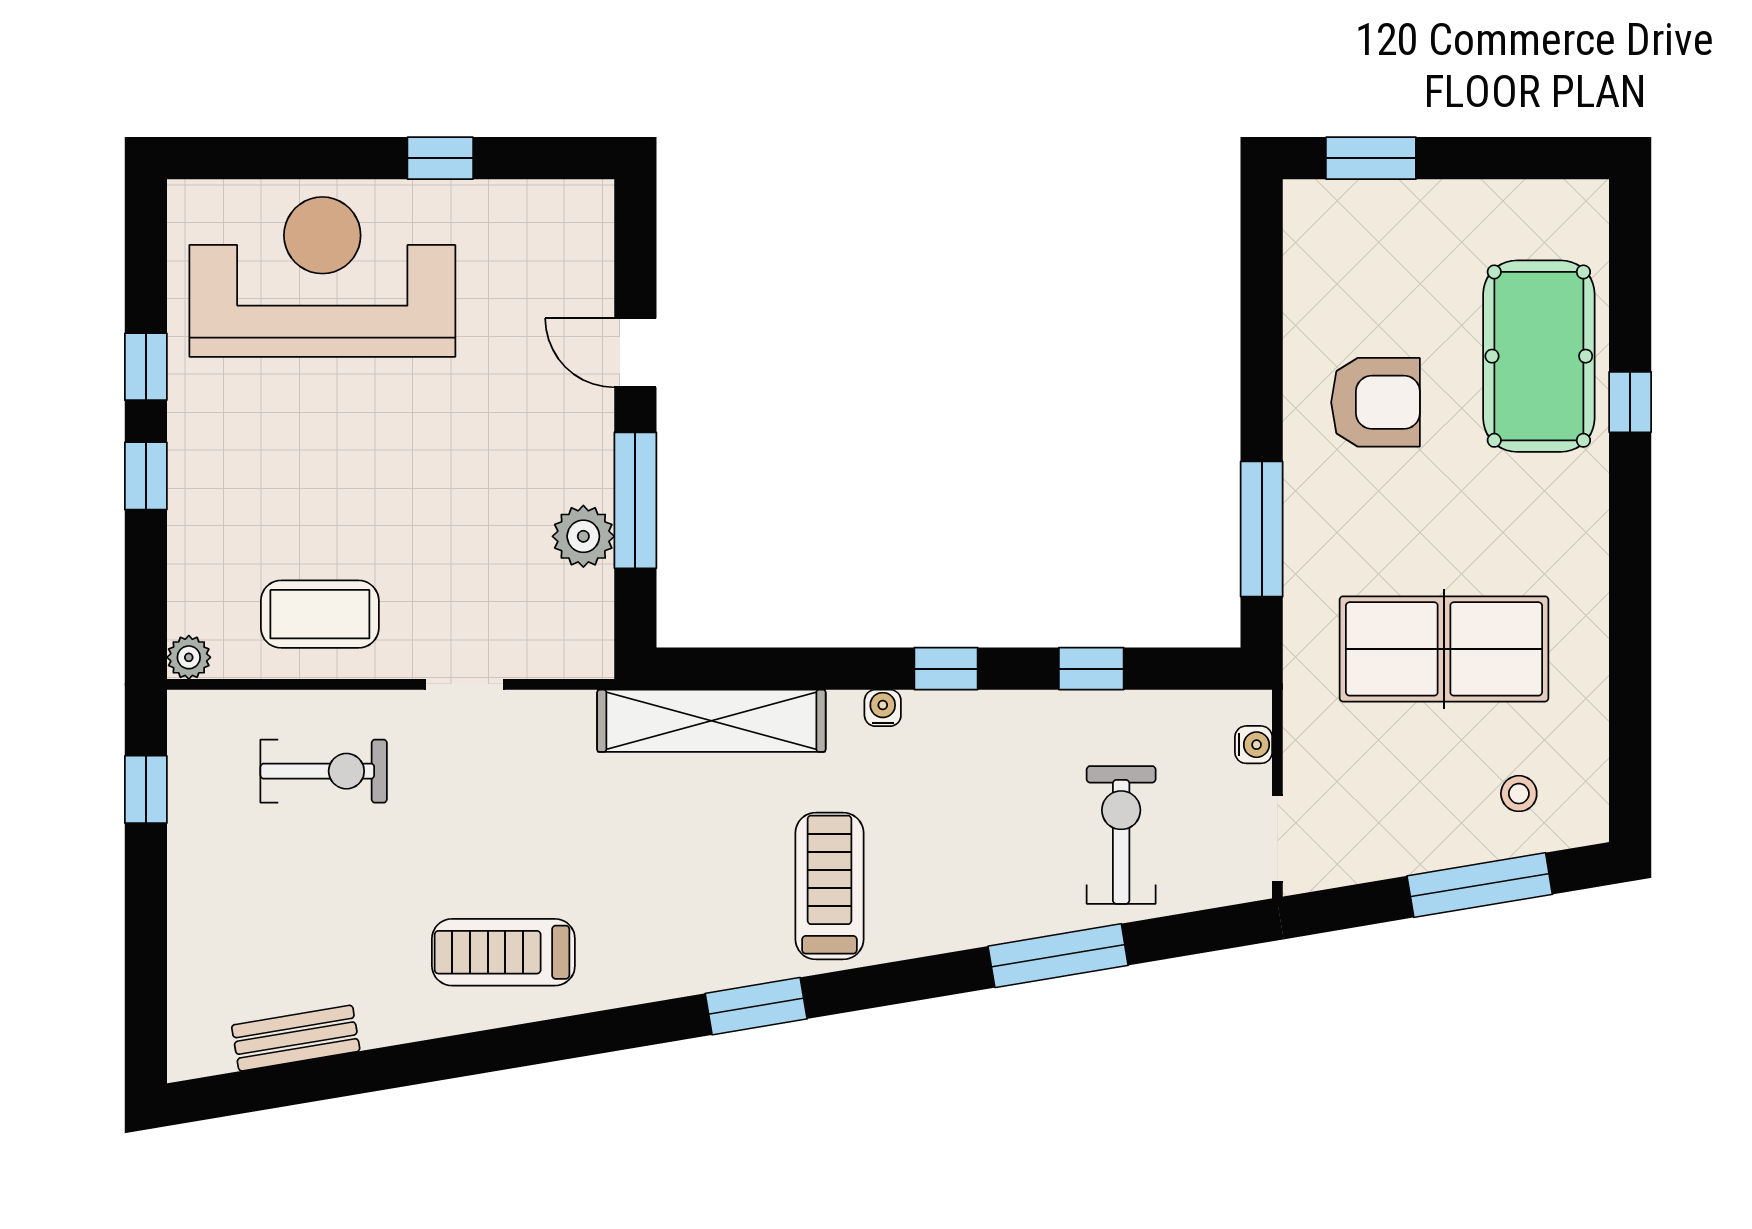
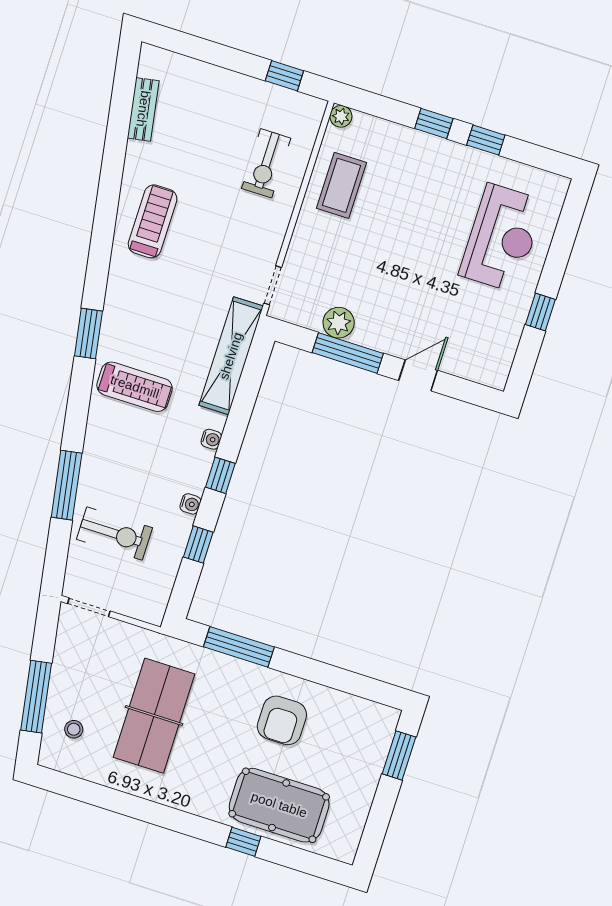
reception desk: (322, 277) -> (502, 238), width x0.74, depth x0.77
doorway: (465, 684) -> (273, 285), moved
water cooler: (1254, 745) -> (190, 504), moved, turned -90

